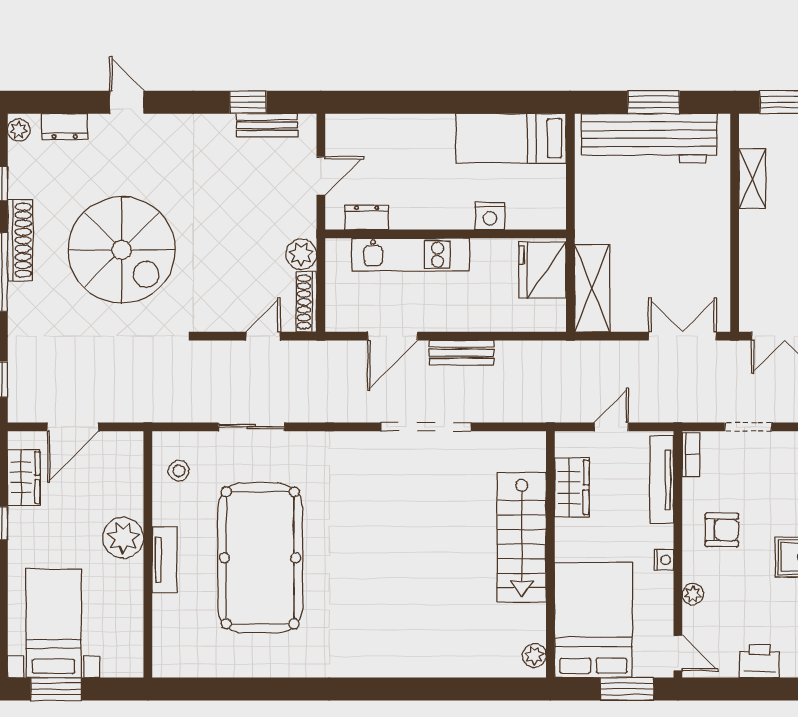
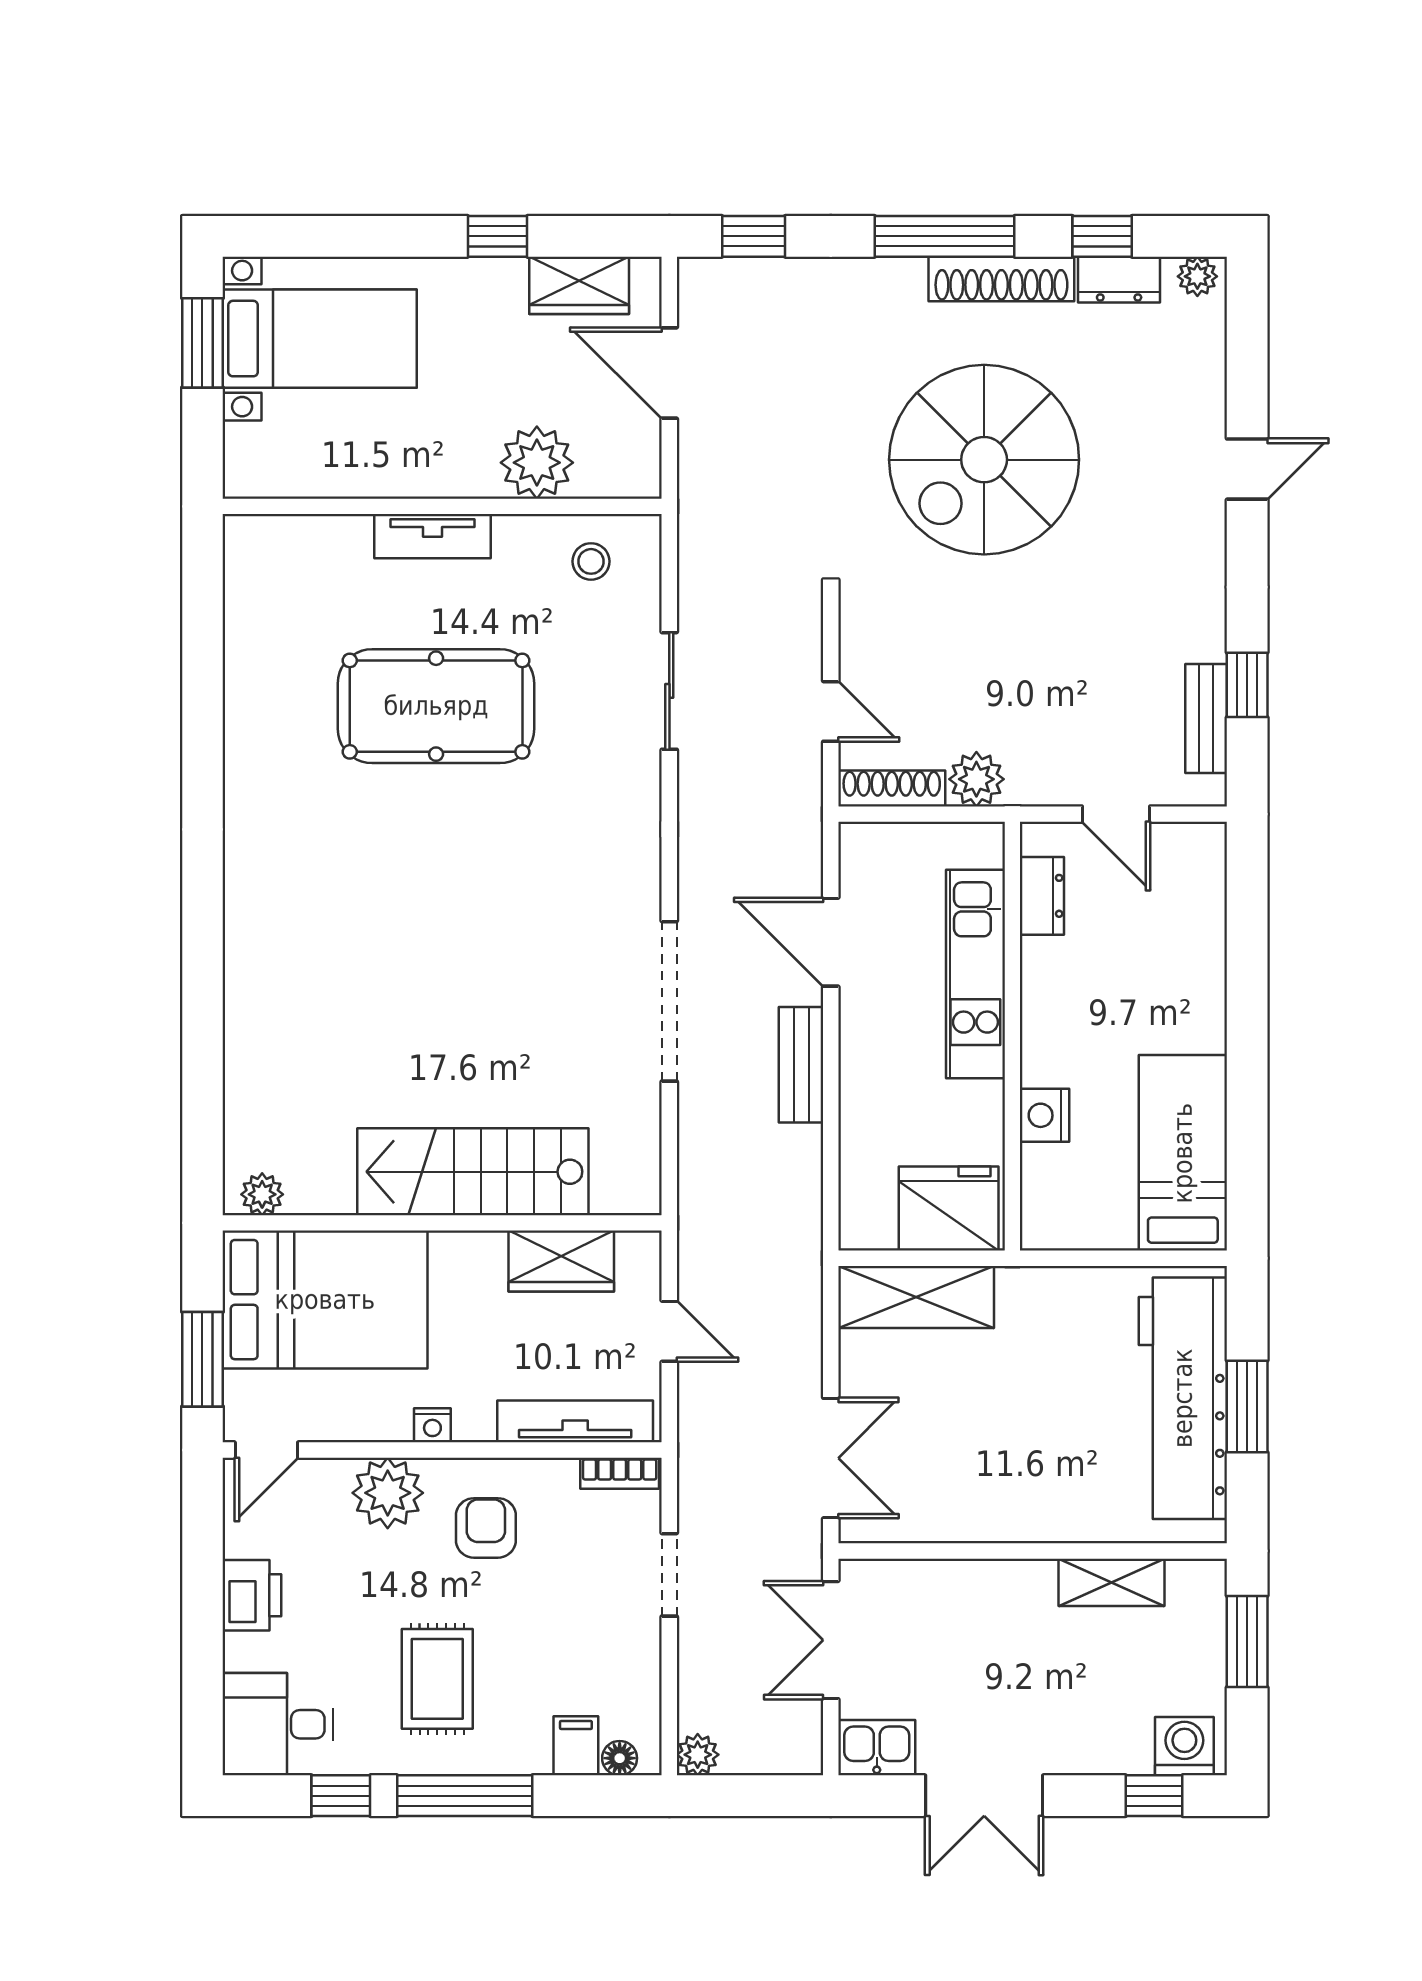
dresser: (65, 126) -> (1119, 280), moved, turned -90
armchair: (722, 530) -> (486, 1528), turned 180
plant: (123, 538) -> (537, 463), moved
pool table: (260, 558) -> (436, 706), width x0.73, depth x0.76
plant: (693, 594) -> (388, 1493), width x1.88, depth x1.88

